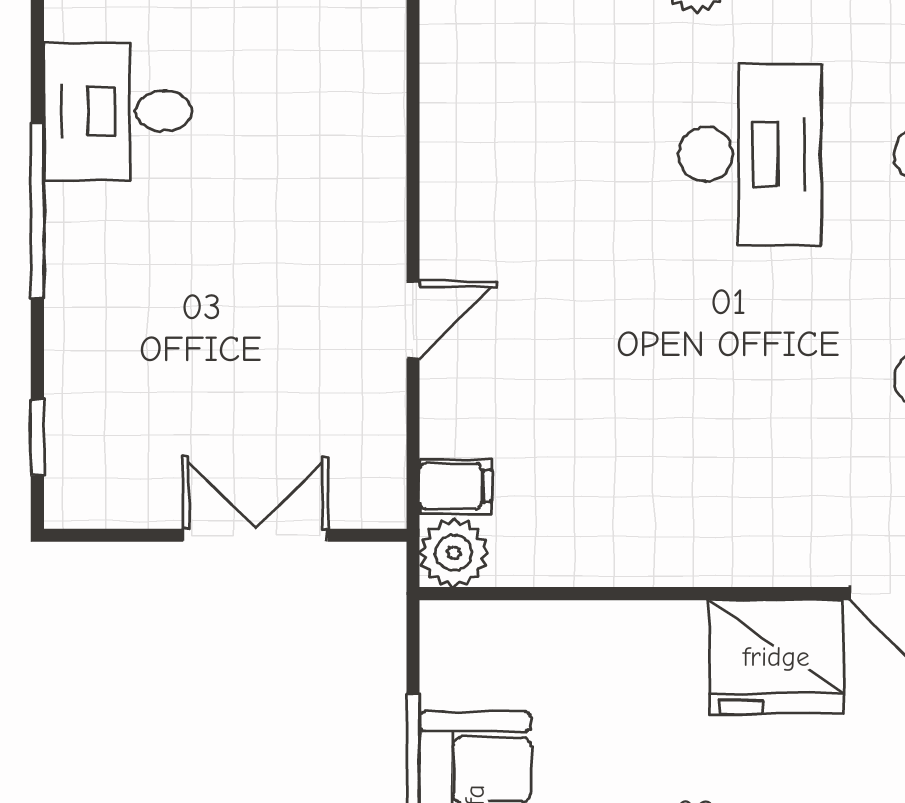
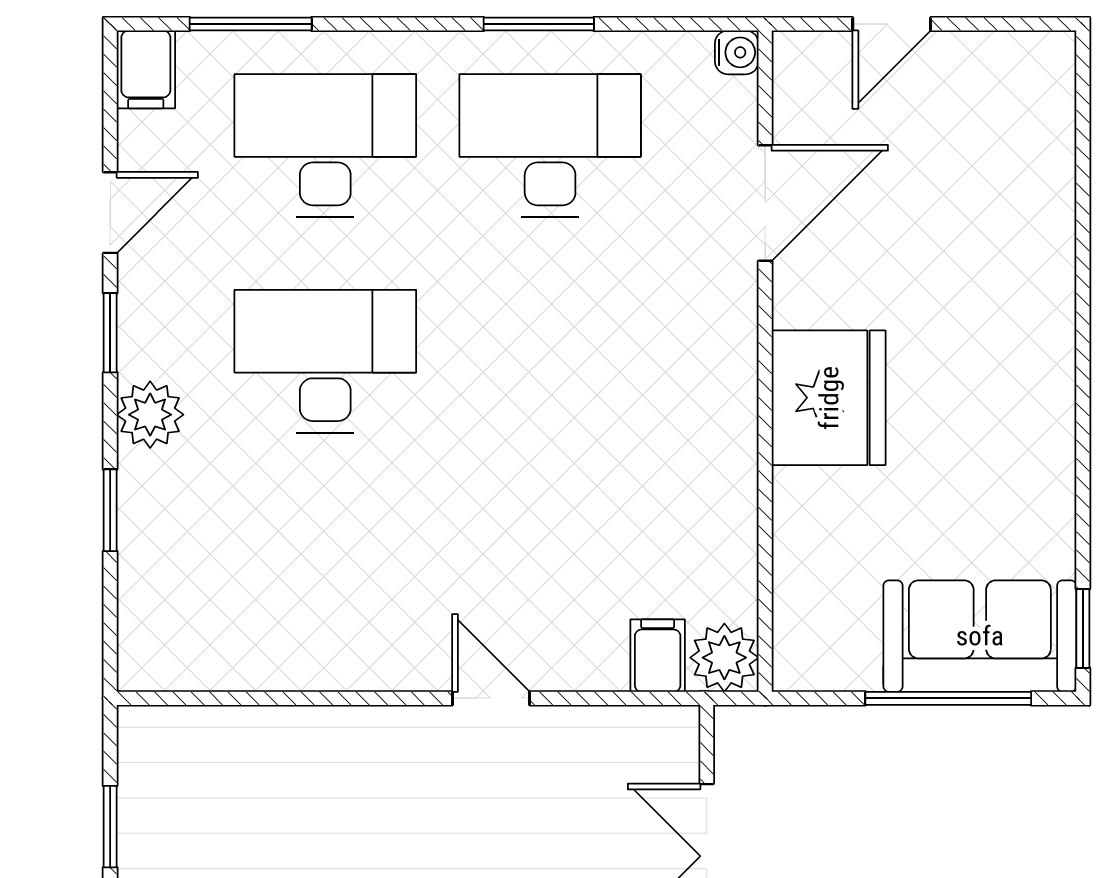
fridge: (776, 657) -> (829, 398), moved

